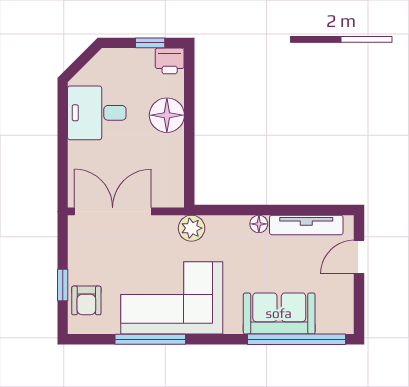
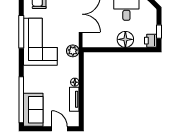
tv unit: (306, 225) -> (74, 99), width x0.71
sofa: (279, 313) -> (33, 110), moved

